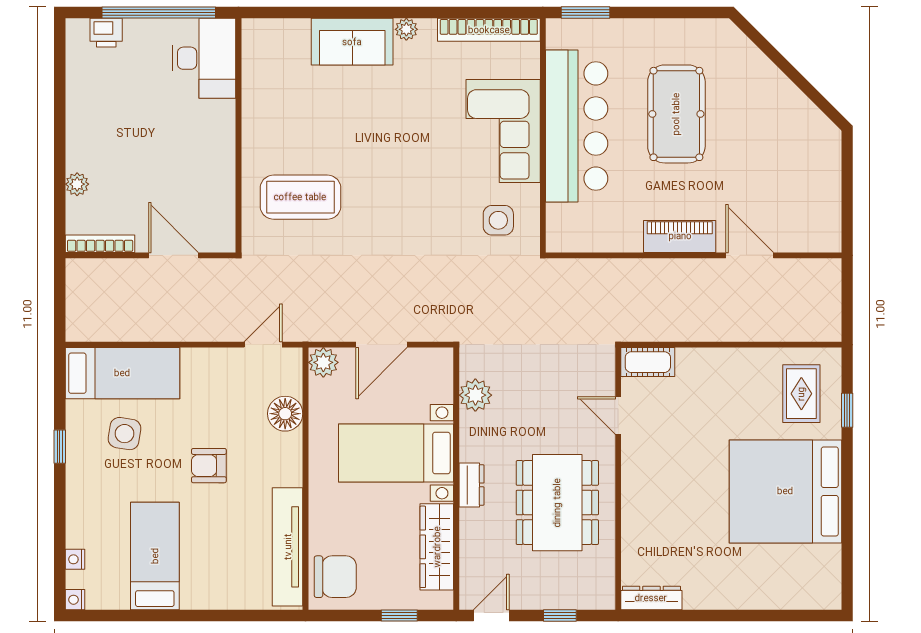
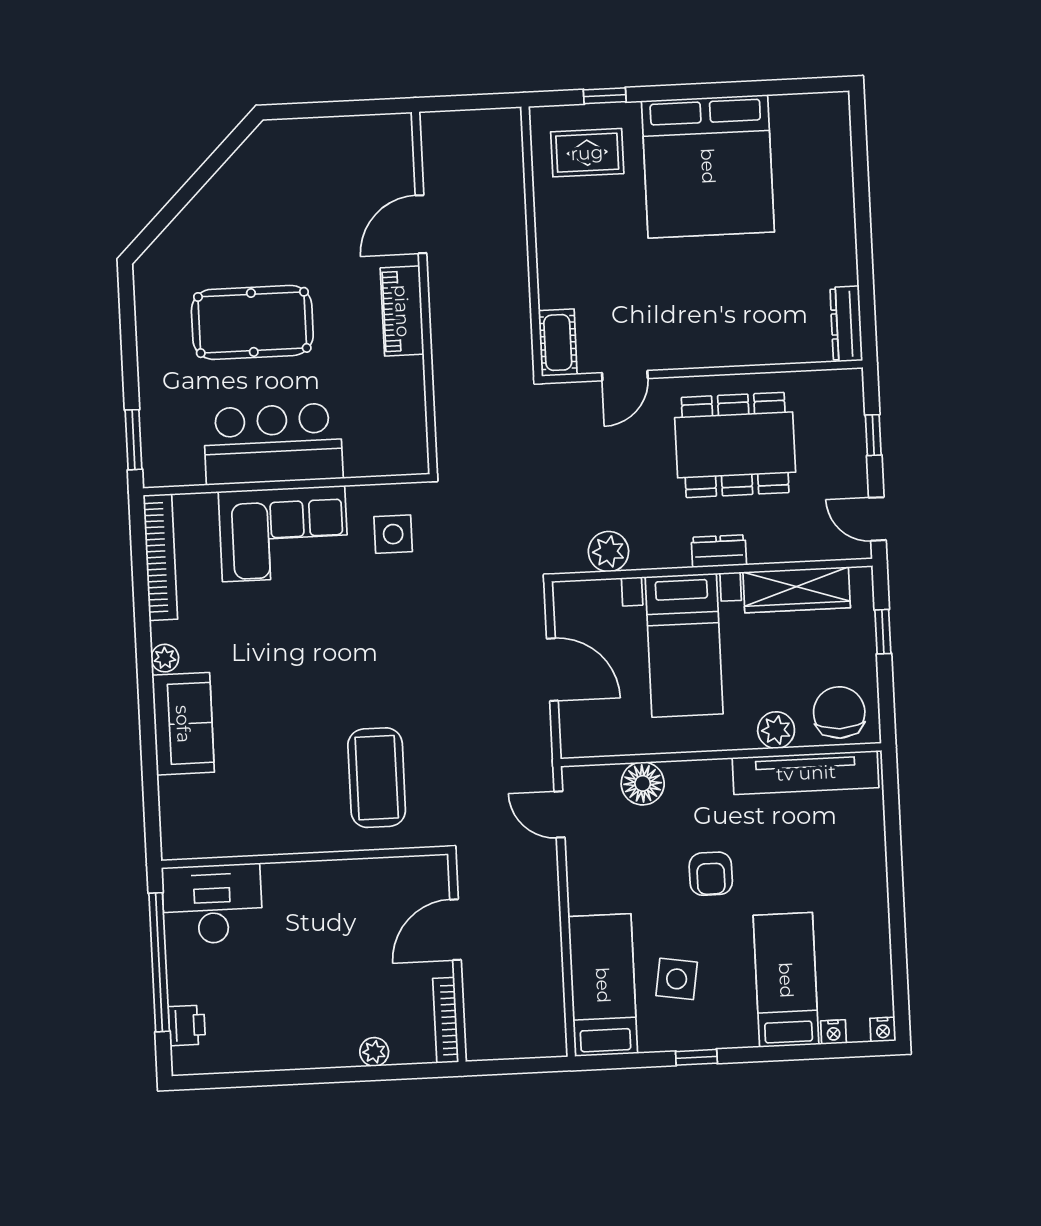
bar counter: (577, 126) -> (273, 444), width x0.73
plant: (323, 362) -> (776, 730), moved
bed: (155, 556) -> (786, 980), moved, turned 90

